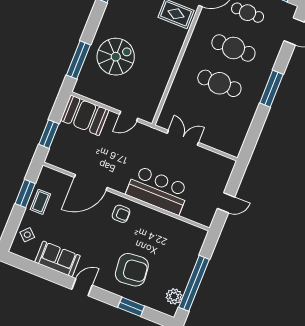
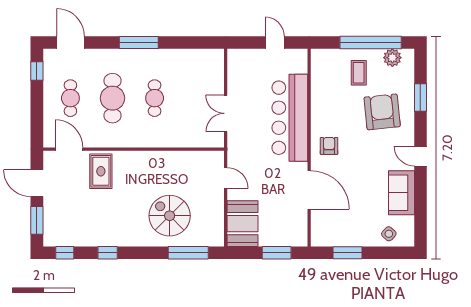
cafe table: (219, 83) -> (155, 98), width x0.73, depth x0.74
bar counter: (158, 190) -> (290, 118), width x1.36
coffee table: (40, 202) -> (359, 73), moved, turned 90

